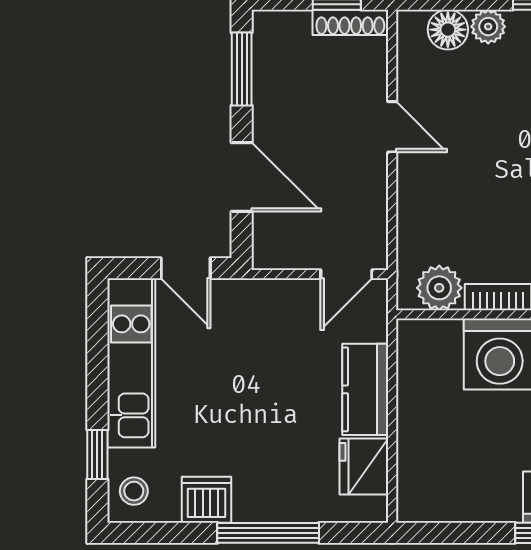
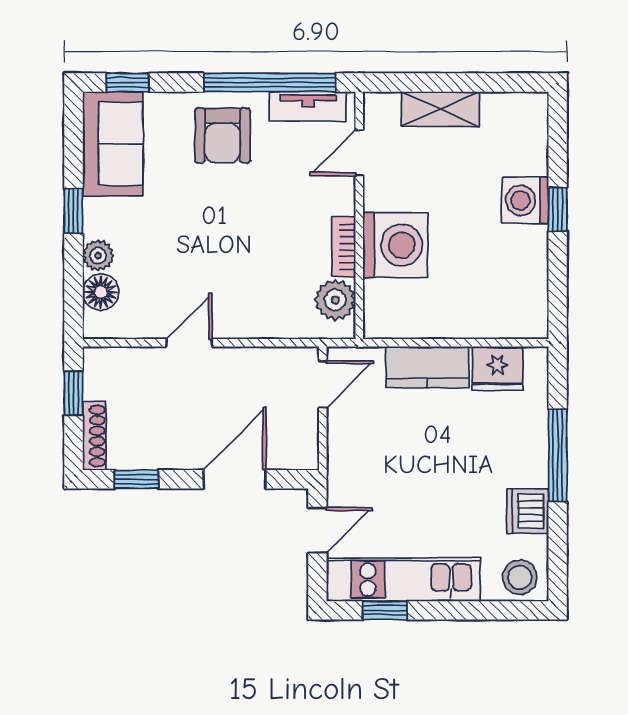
shoe rack: (350, 22) -> (94, 436), moved
window: (242, 69) -> (137, 479), width x0.67
door: (346, 274) -> (323, 384), hinge flipped
window: (97, 455) -> (385, 610), moved
stool: (134, 491) -> (520, 577), width x1.37, depth x1.37

